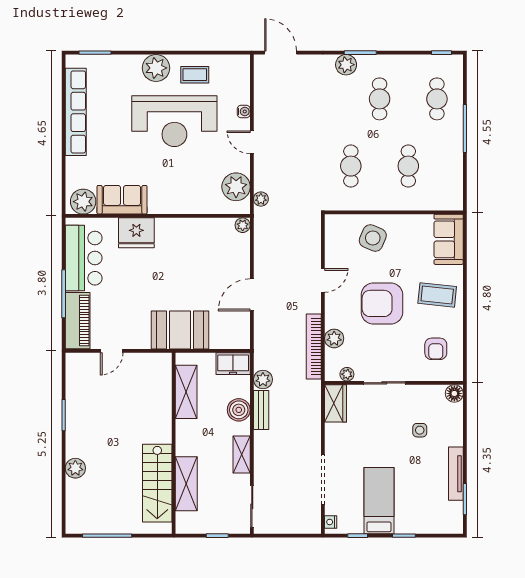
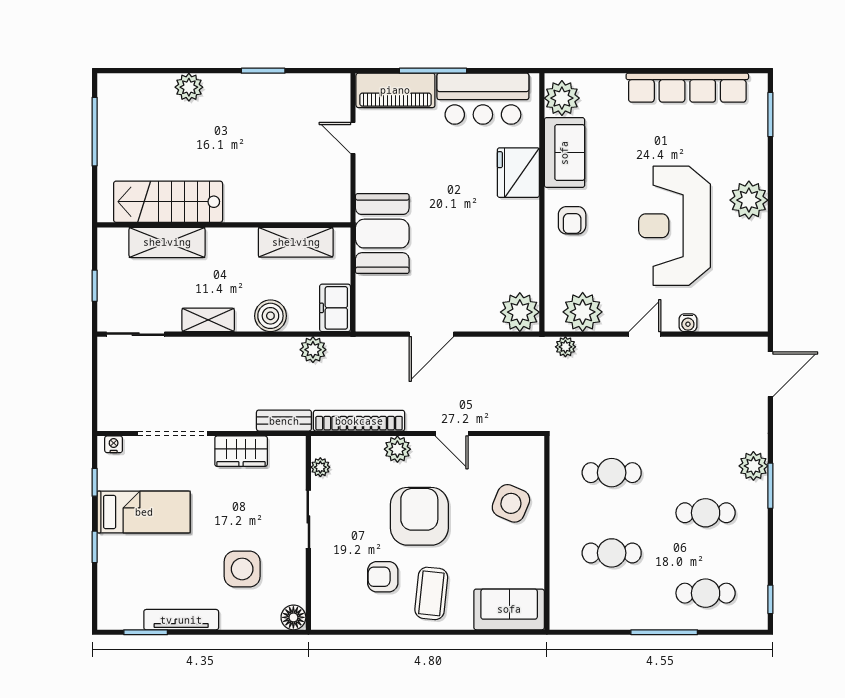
coffee table: (195, 75) -> (739, 254), removed
armchair: (170, 194) -> (572, 220), added
plant: (243, 225) -> (520, 312), width x1.88, depth x1.88
door: (252, 295) -> (431, 334), swing flipped
plant: (334, 338) -> (397, 449), moved
armchair: (436, 349) -> (383, 577), moved
wardrobe: (336, 403) -> (241, 451), moved
bench: (261, 410) -> (284, 421), moved
side table: (420, 430) -> (242, 569), width x1.87, depth x1.87

